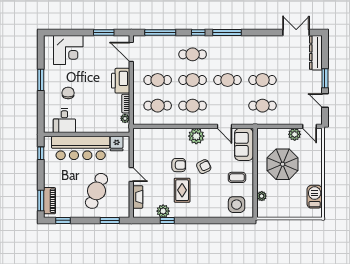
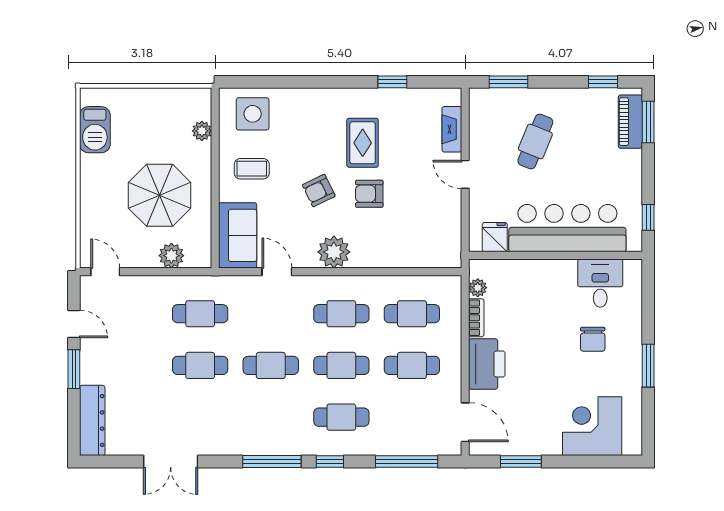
double door: (296, 32) -> (171, 462), moved
plant: (295, 134) -> (171, 256), moved
cafe table: (96, 191) -> (535, 141), width x0.73, depth x0.74
plant: (163, 211) -> (401, 101), removed

